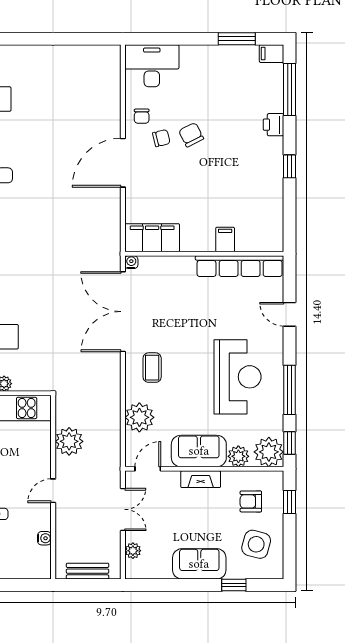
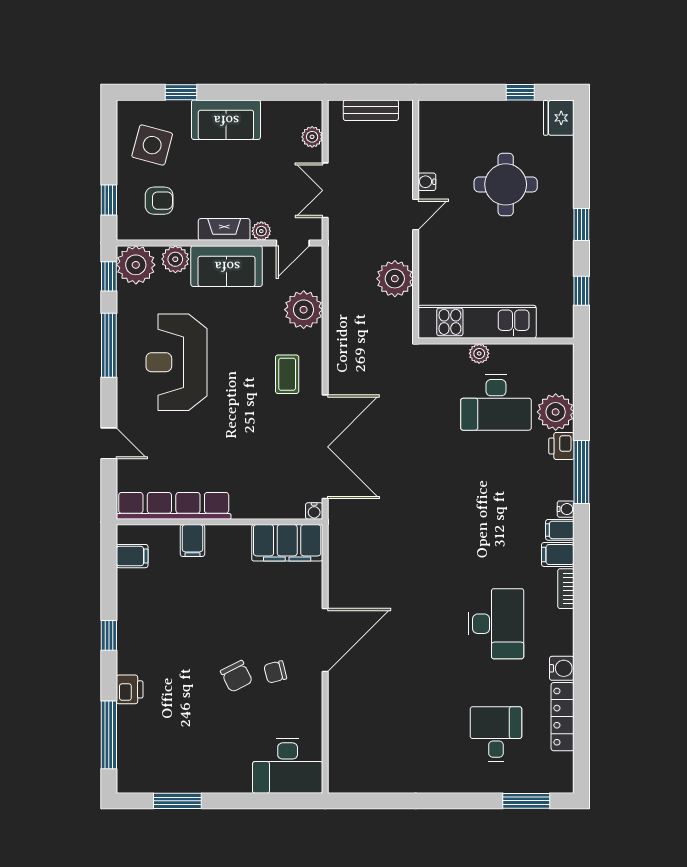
filing cabinet: (272, 54) -> (132, 556), moved
chair: (142, 116) -> (301, 700), removed
plant: (172, 478) -> (261, 231), added
water cooler: (44, 538) -> (427, 182), moved

